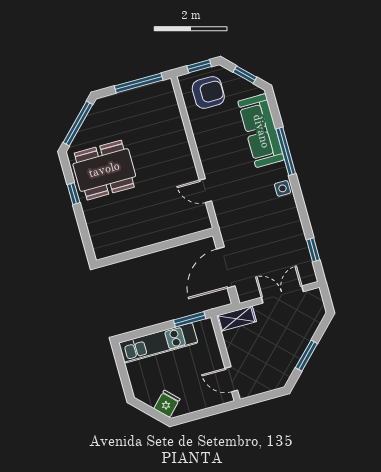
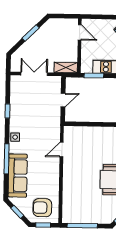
door: (205, 191) -> (62, 150), swing flipped
window: (313, 250) -> (7, 111), moved
door: (226, 267) -> (63, 100), width x0.53
double door: (282, 294) -> (34, 74), swing flipped

